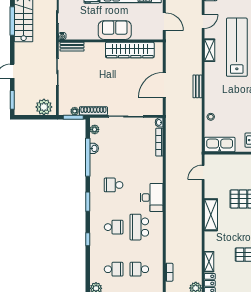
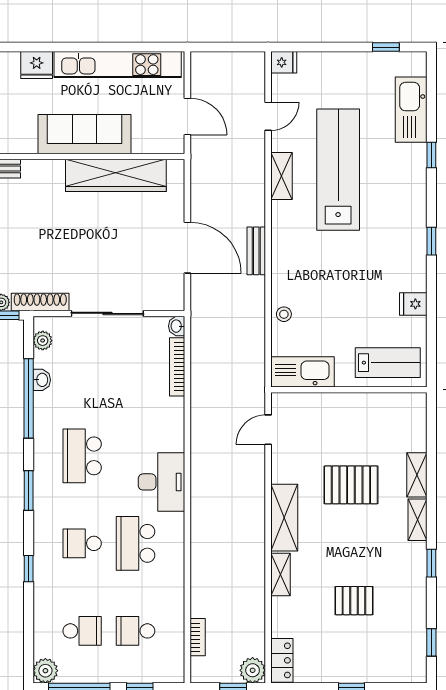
sofa: (115, 30) -> (84, 134), width x1.36
door: (164, 85) -> (187, 248), swing flipped
school desk: (114, 185) -> (82, 456), width x1.85
school desk: (114, 227) -> (82, 543), turned 180
shelving: (209, 262) -> (280, 574), moved

